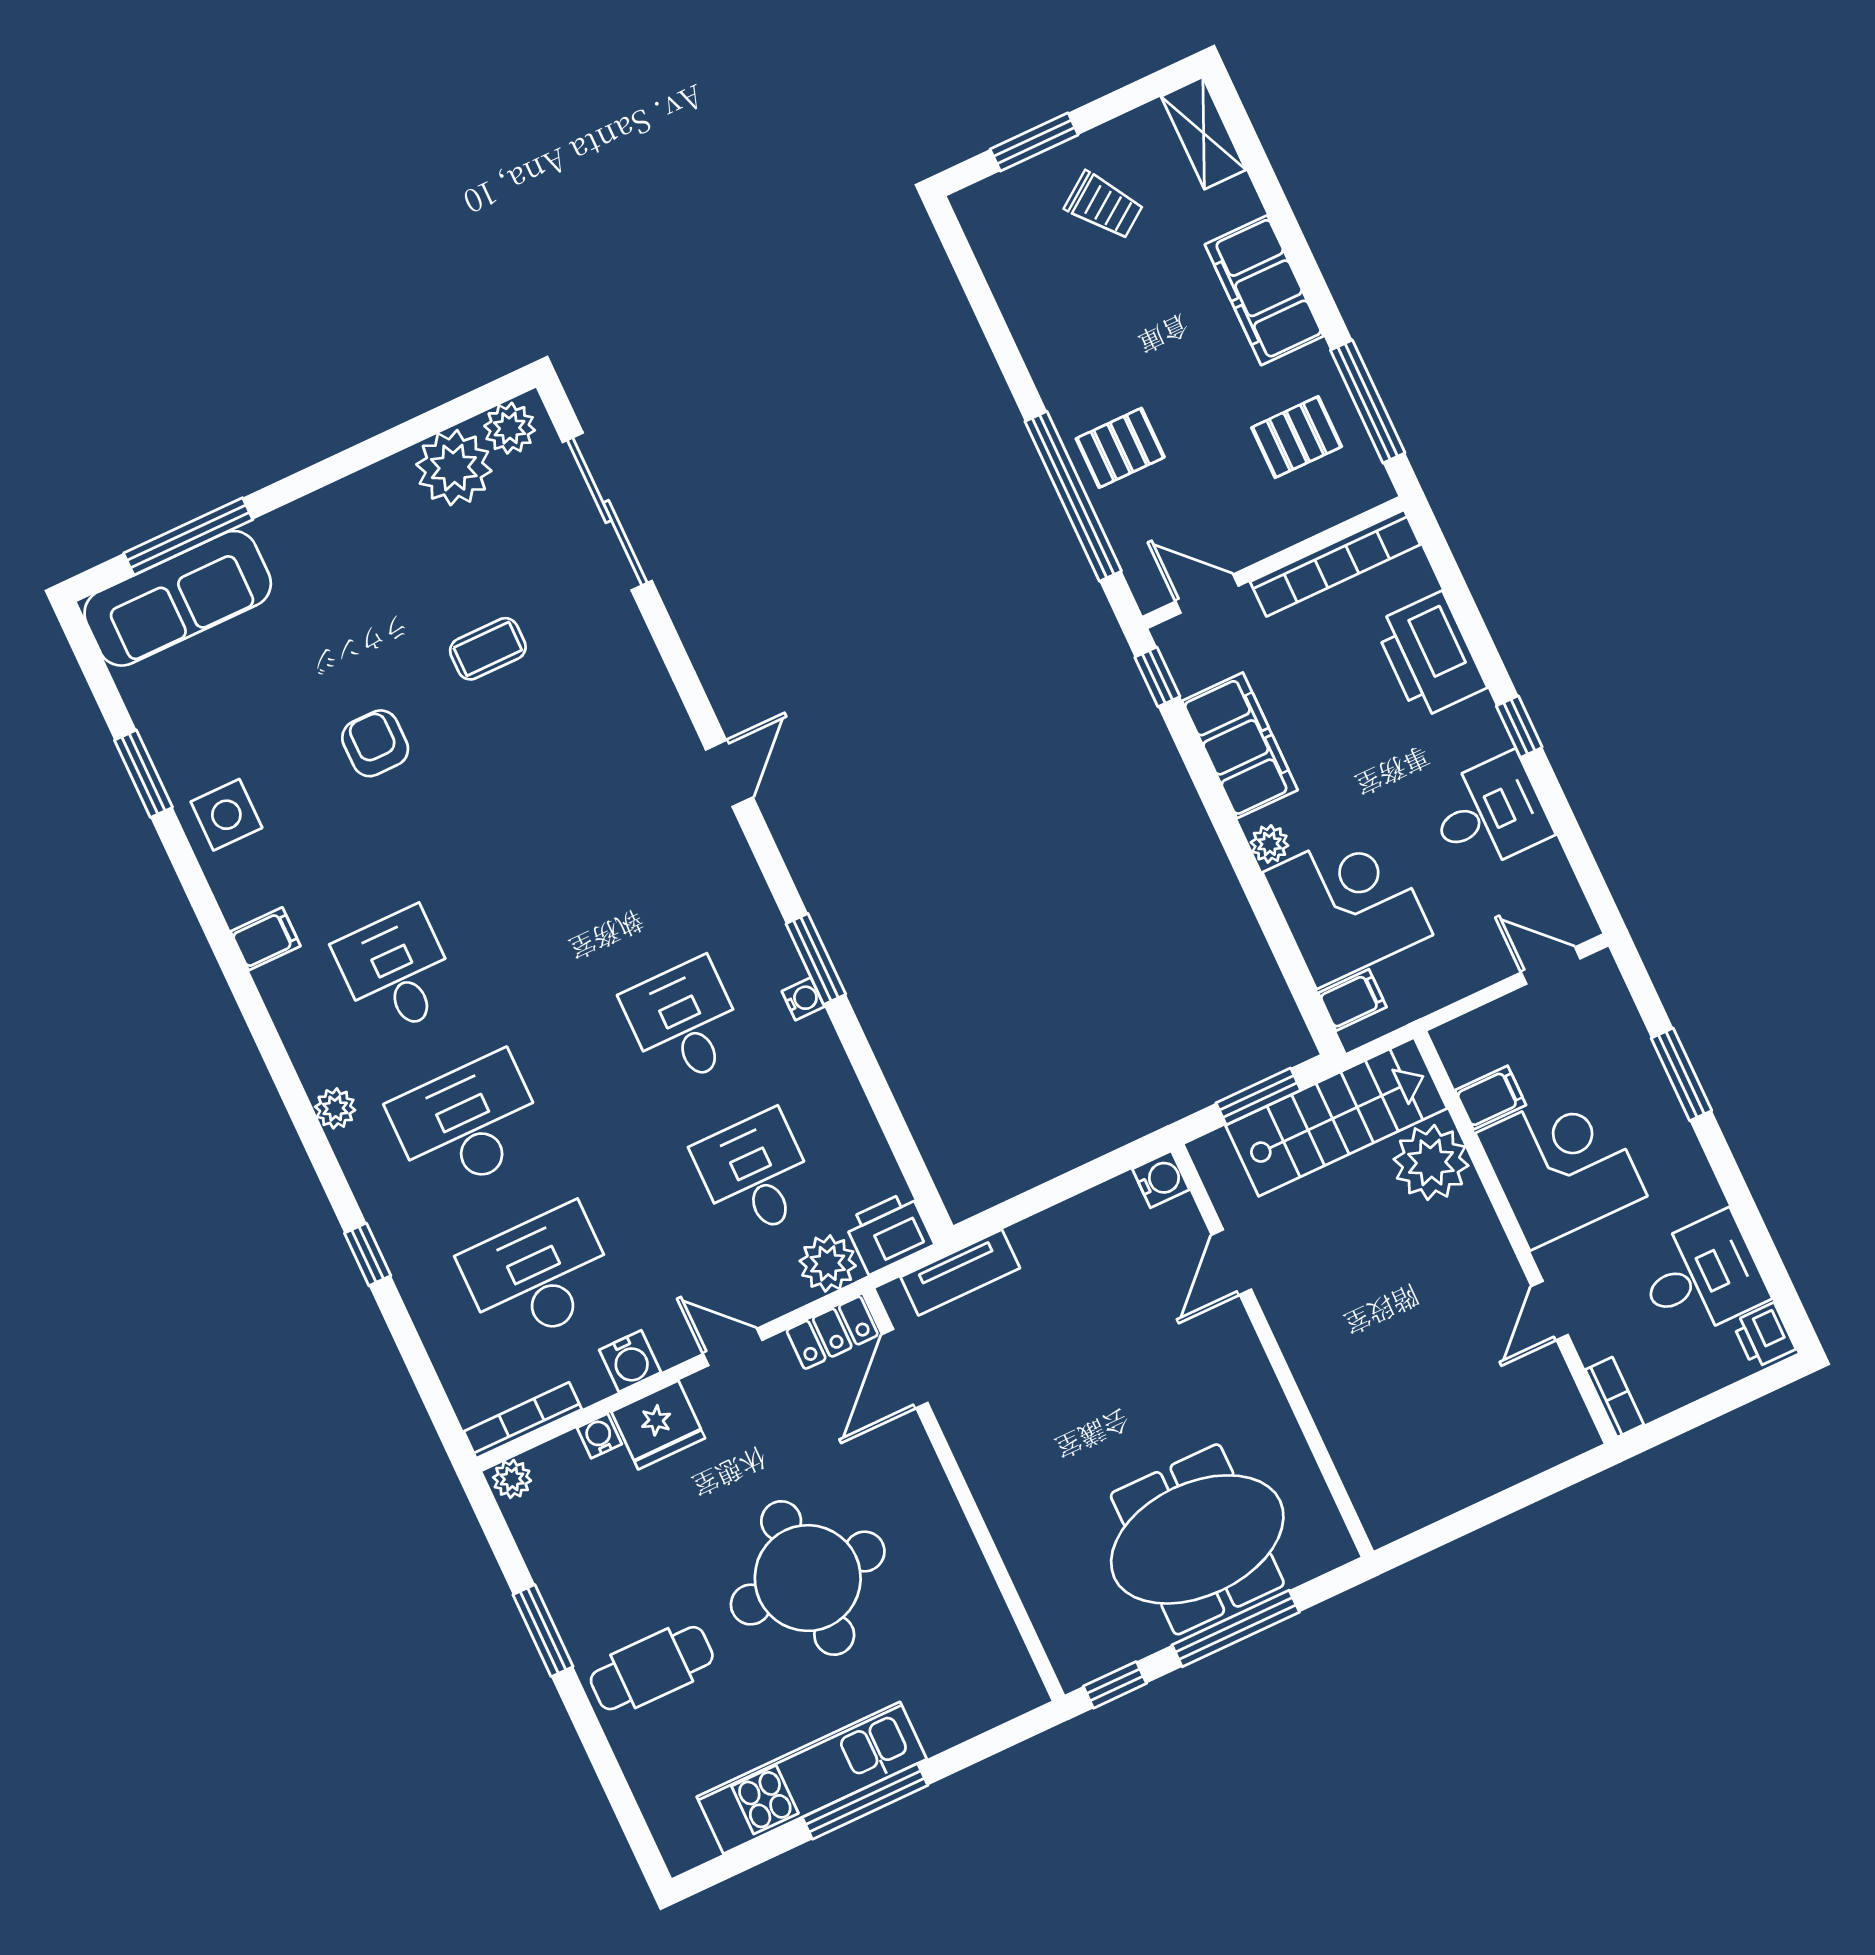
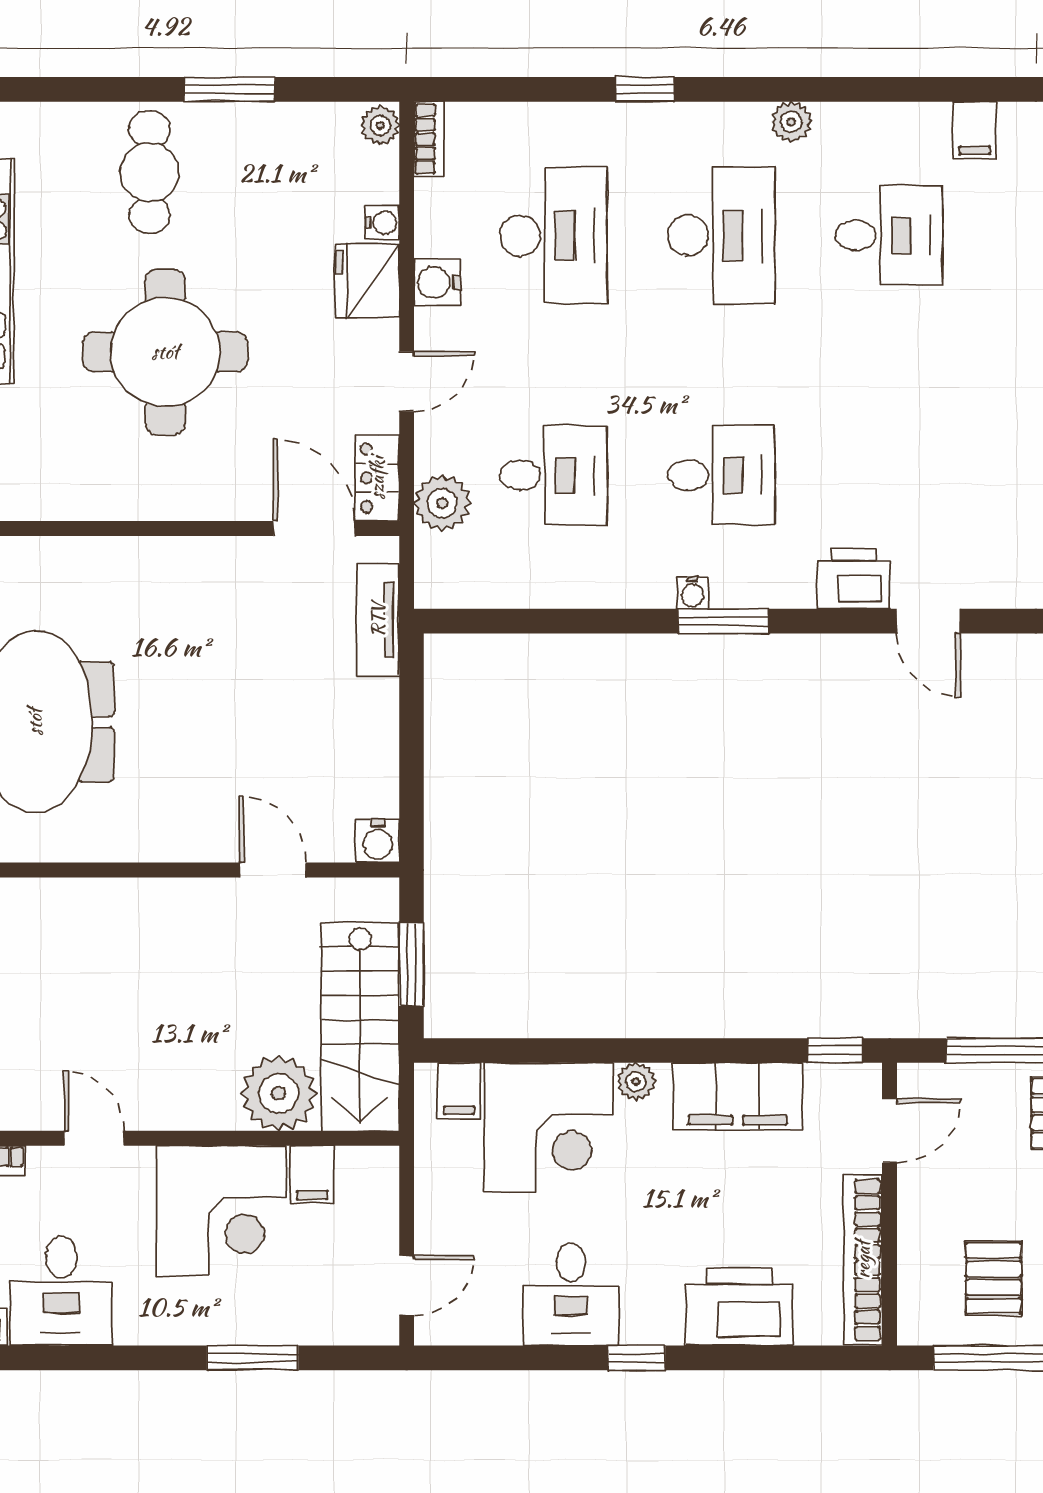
printer: (889, 1233) -> (854, 579), moved, turned -90
bookcase: (523, 1420) -> (429, 139), width x0.64

